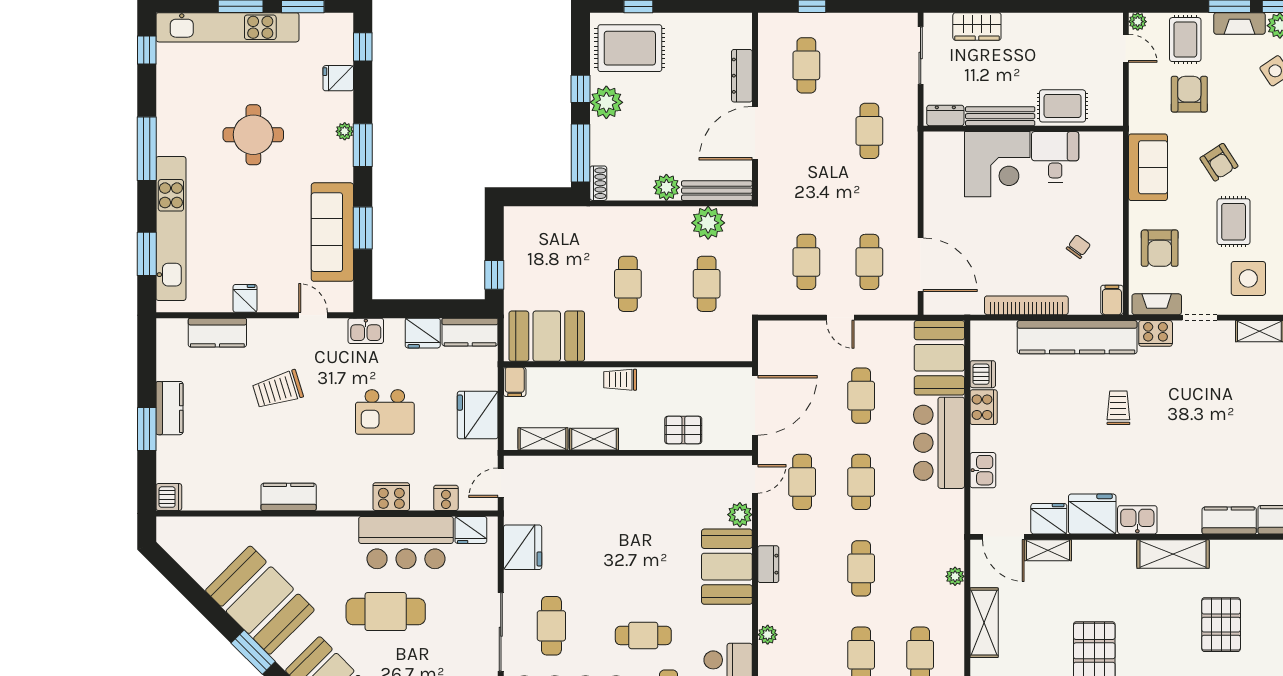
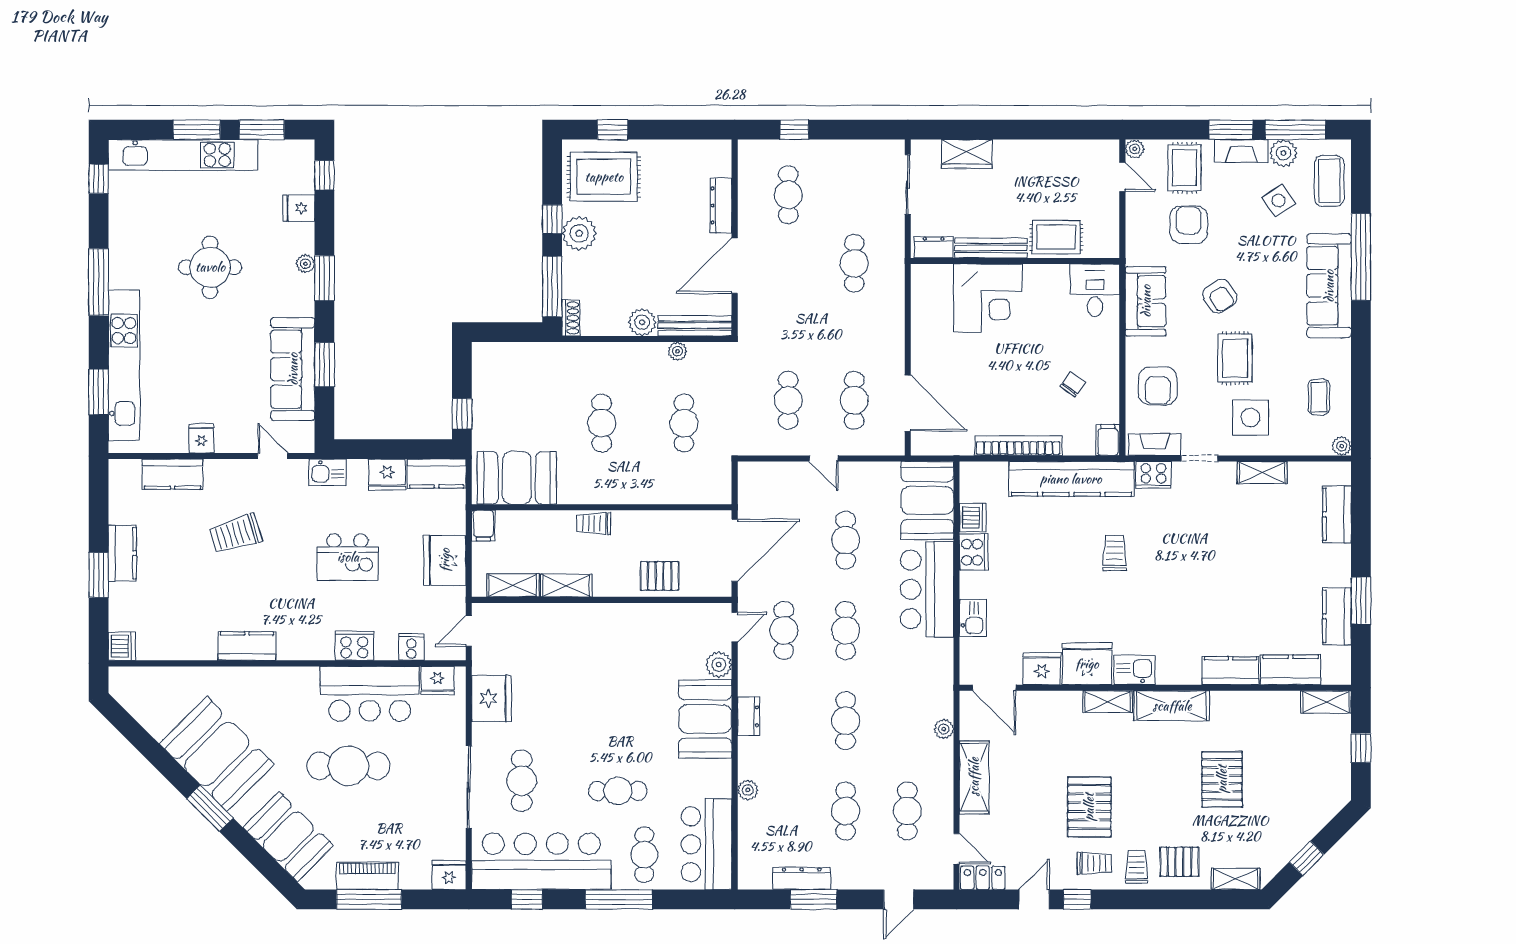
desk: (1055, 157) -> (1095, 290), moved
plant: (708, 223) -> (677, 351), width x0.53, depth x0.53
shelving: (1048, 550) -> (1108, 702), moved

